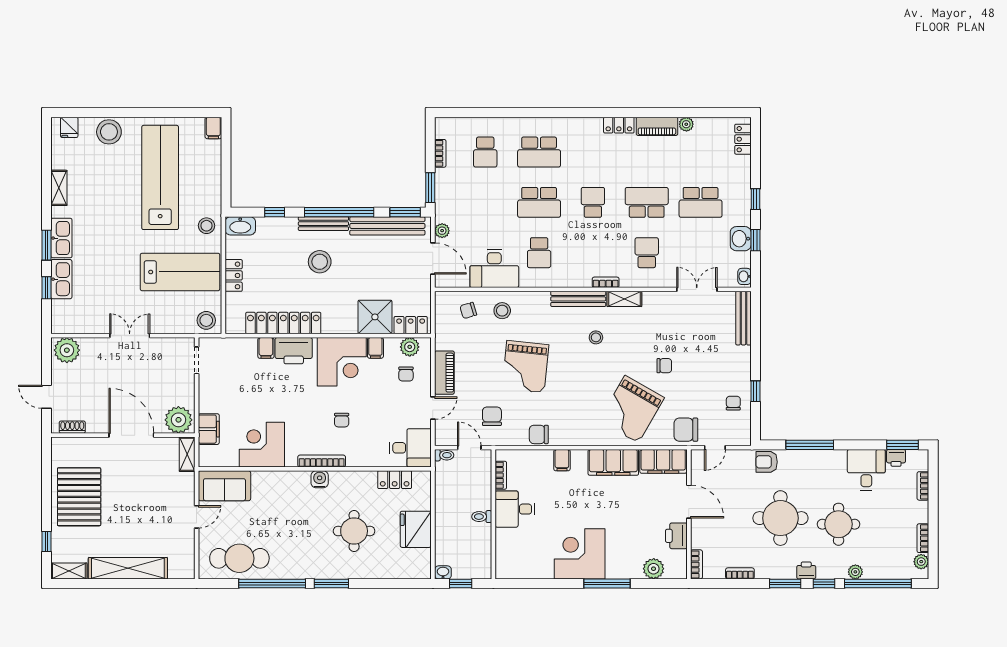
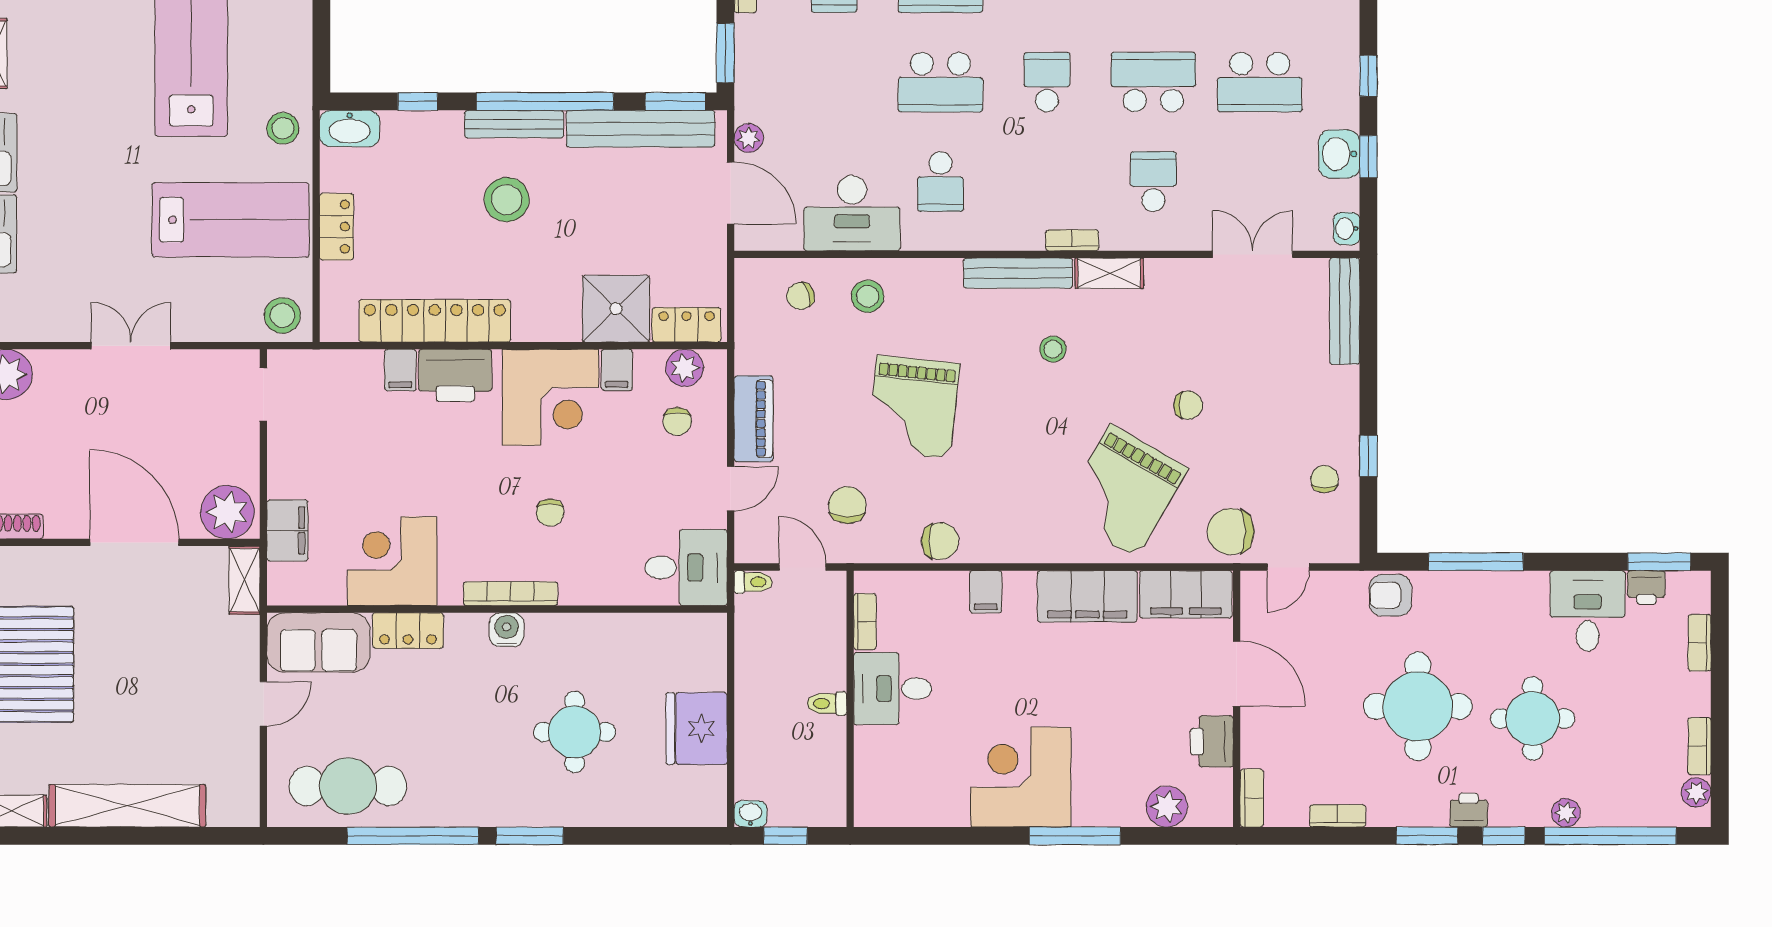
chair: (539, 434) -> (940, 541), turned 180
locker: (395, 480) -> (408, 630), moved

